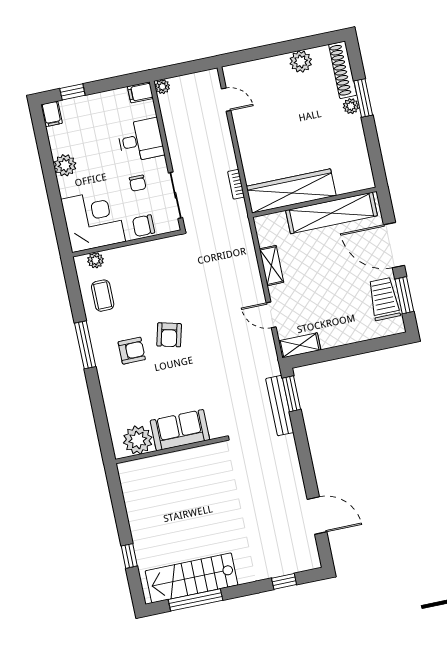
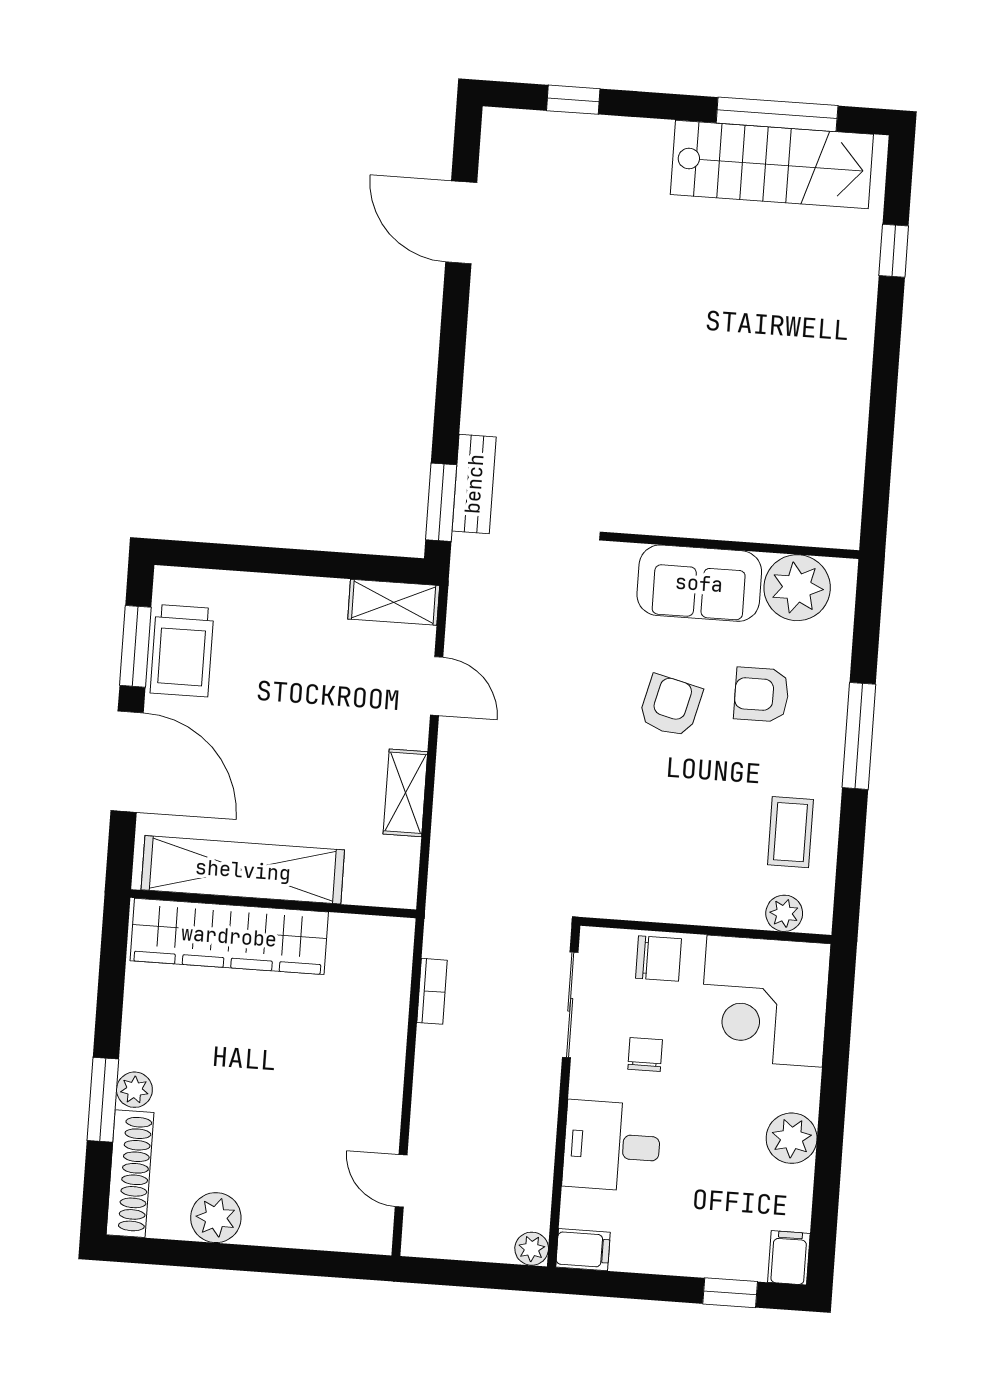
wardrobe: (291, 191) -> (229, 936), moved
bench: (280, 406) -> (474, 484), width x0.73
sofa: (180, 430) -> (699, 583), moved
plant: (138, 440) -> (797, 588), moved
wall: (170, 450) -> (733, 546), moved

